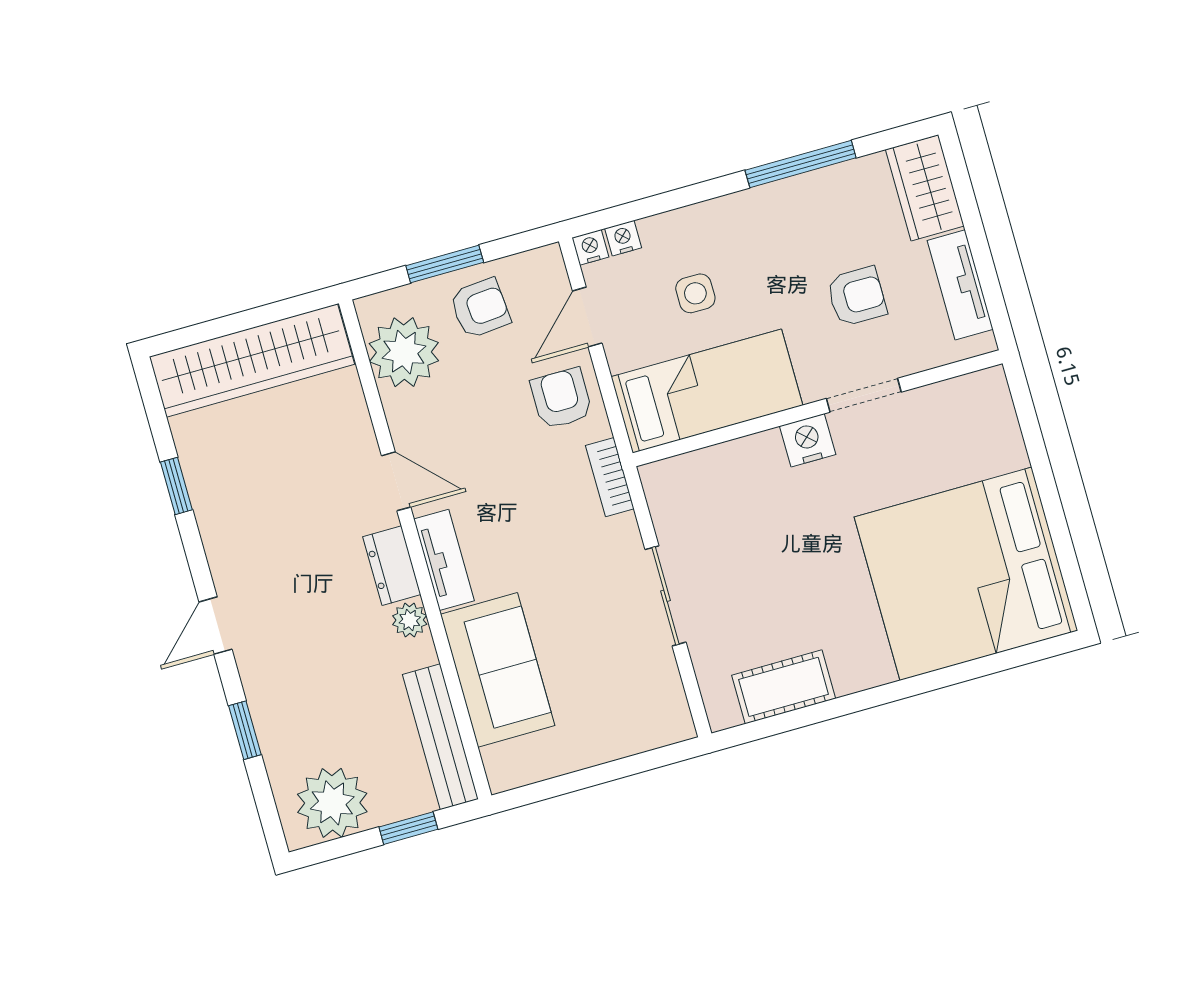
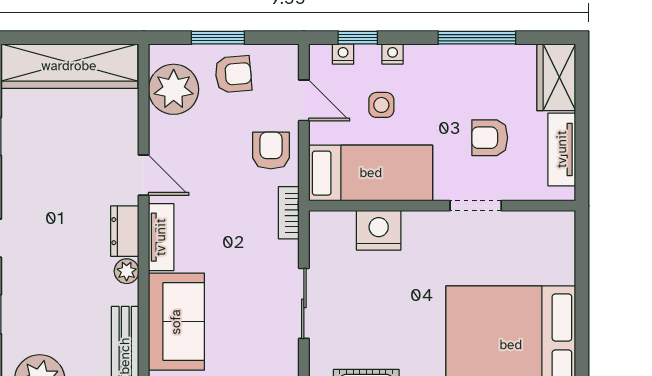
window: (637, 210) -> (358, 38), added
nightstand: (590, 247) -> (393, 54), moved
armchair: (857, 296) -> (490, 138), turned 180
door: (587, 317) -> (304, 100), swing flipped
nightstand: (808, 440) -> (379, 230), moved, width x1.36, depth x1.33

